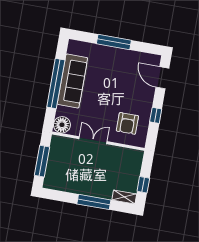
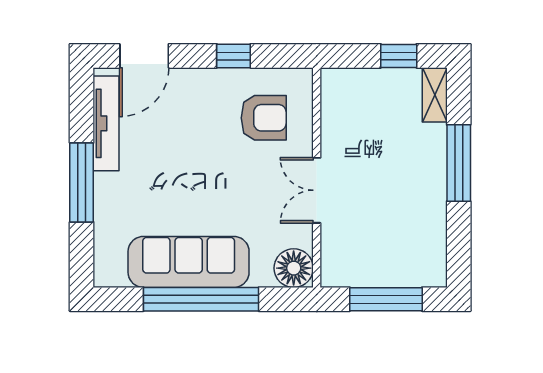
tv unit: (137, 57) -> (106, 123), added

